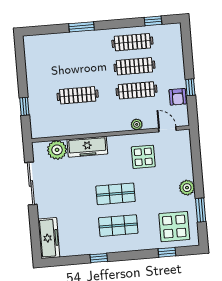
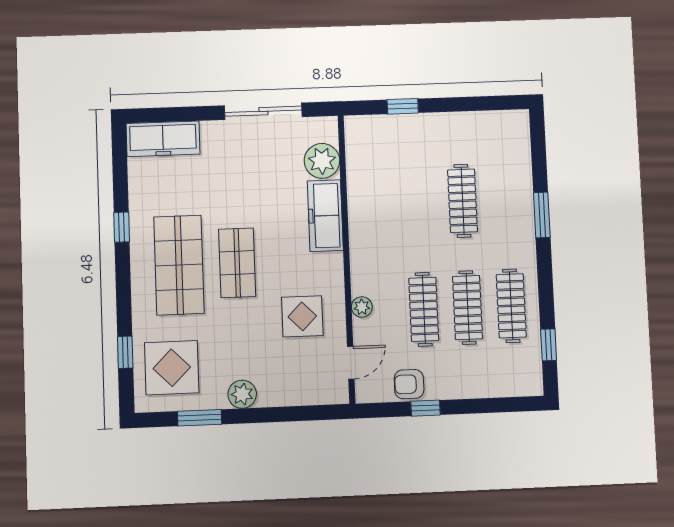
clothes rail: (78, 95) -> (462, 201), moved
shop shelf: (118, 226) -> (179, 265), width x1.43, depth x1.36

